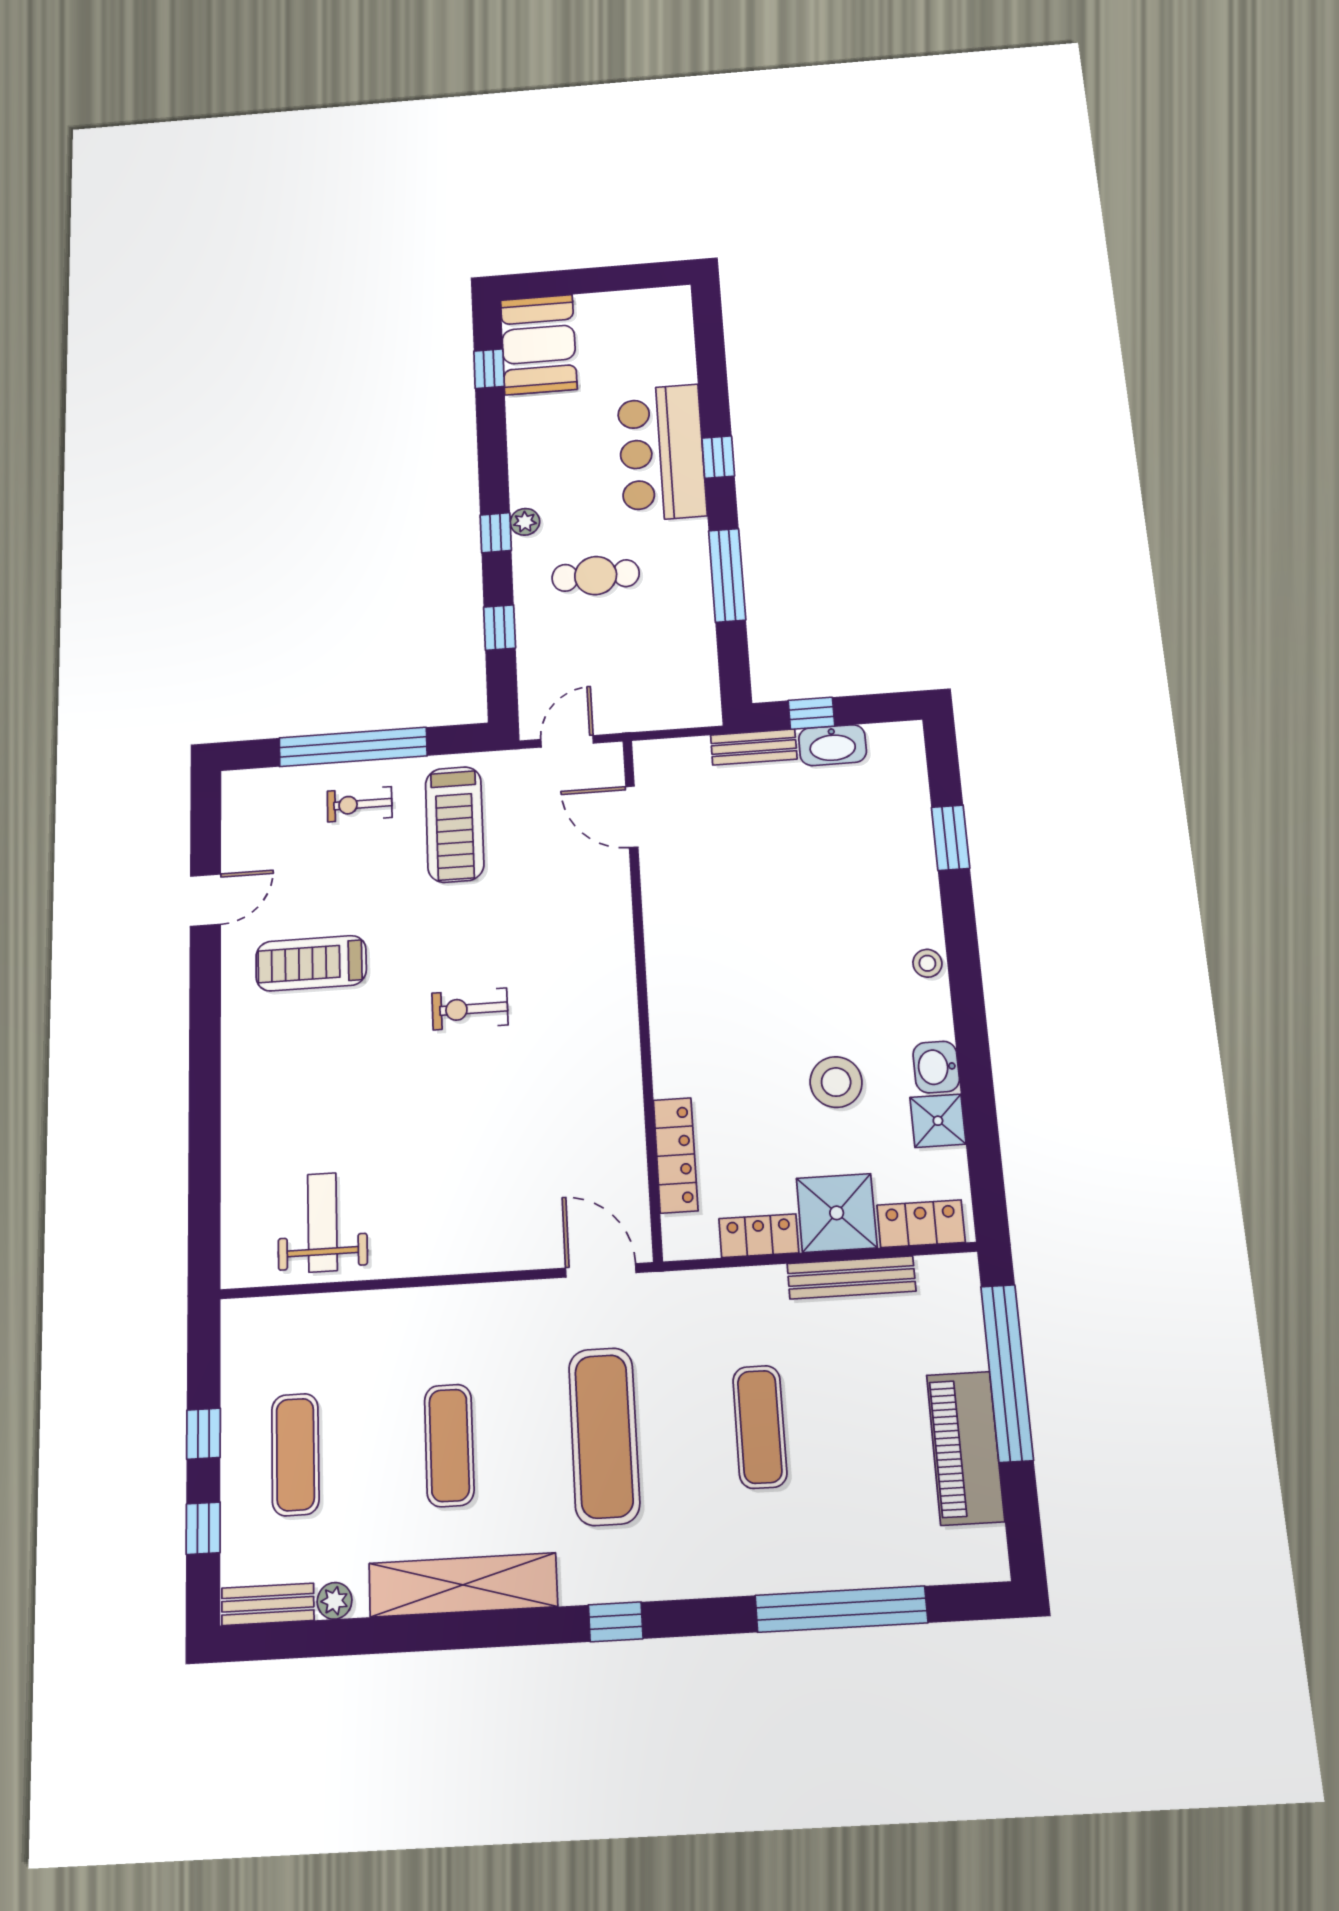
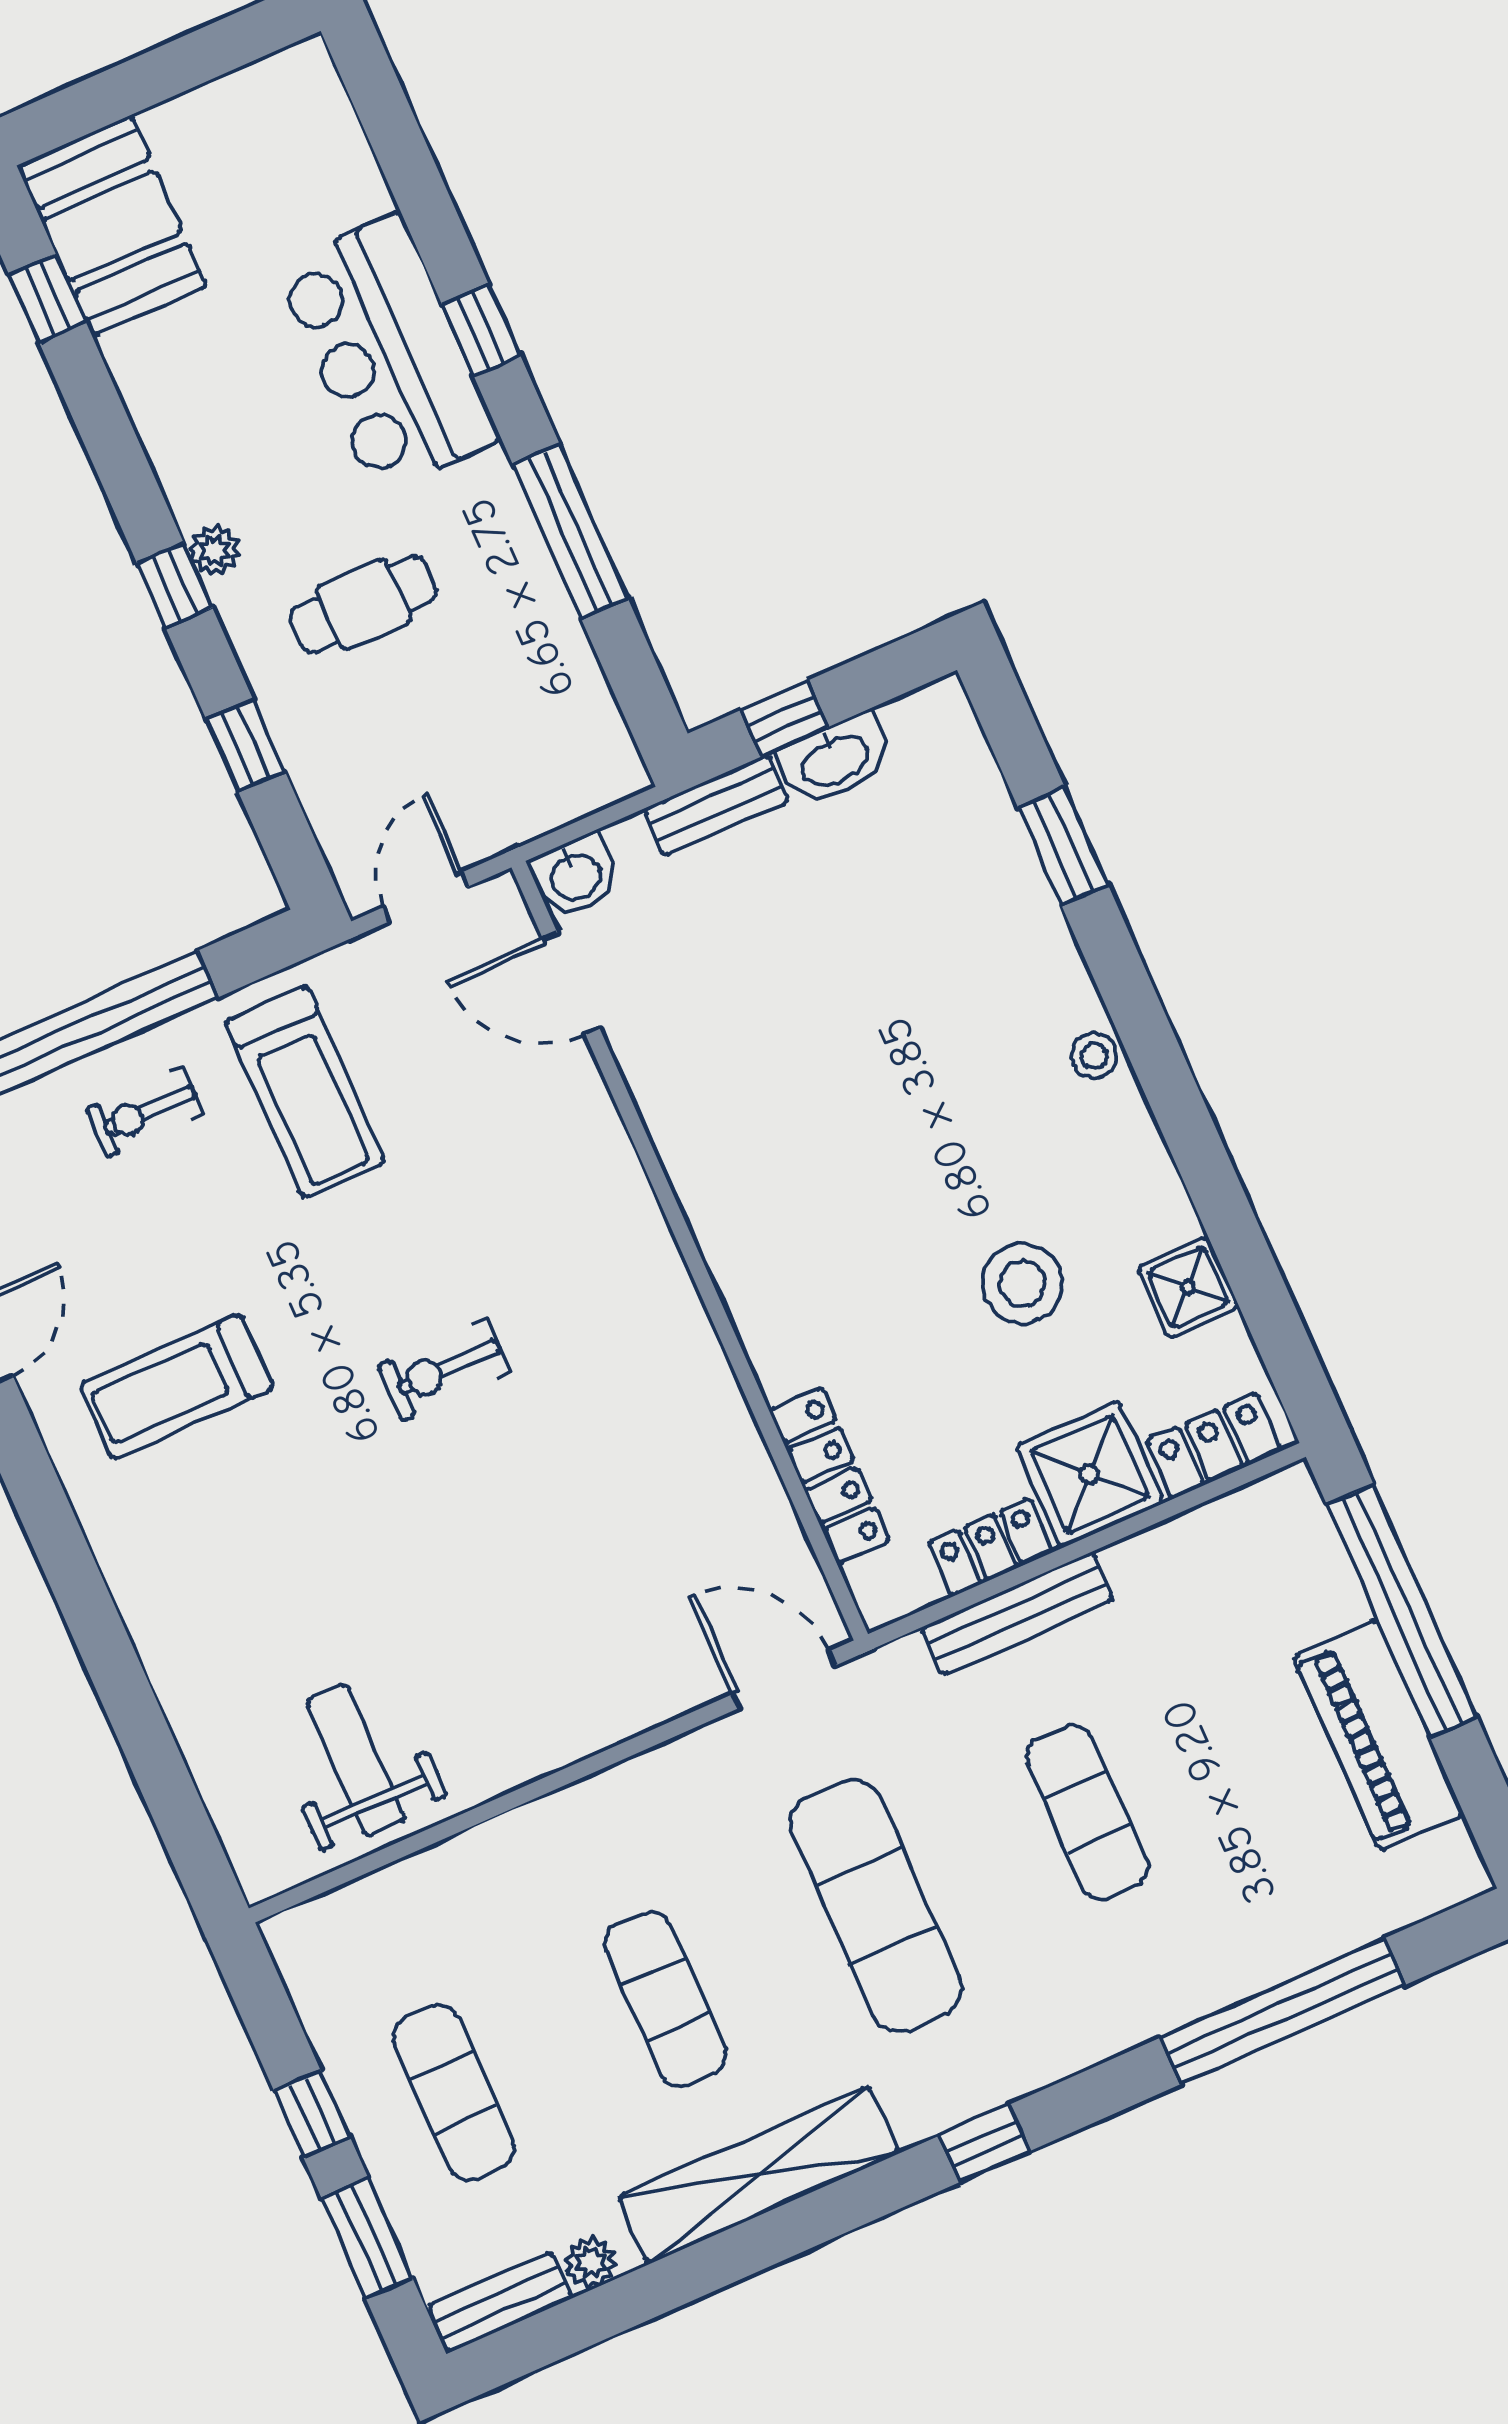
washbasin: (936, 1067) -> (575, 876), moved, turned -90
bench: (851, 1277) -> (1017, 1614), moved
window: (203, 1528) -> (367, 2238), width x1.50

